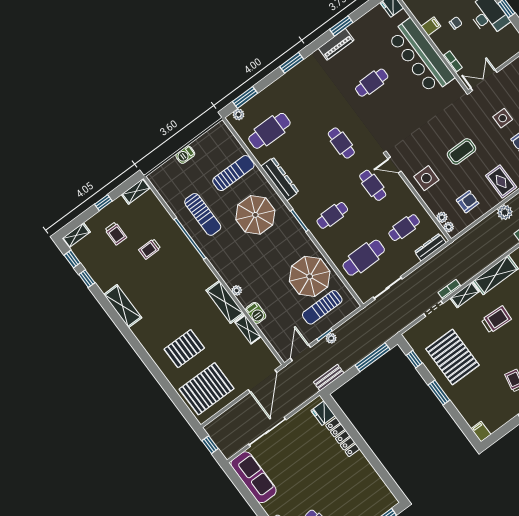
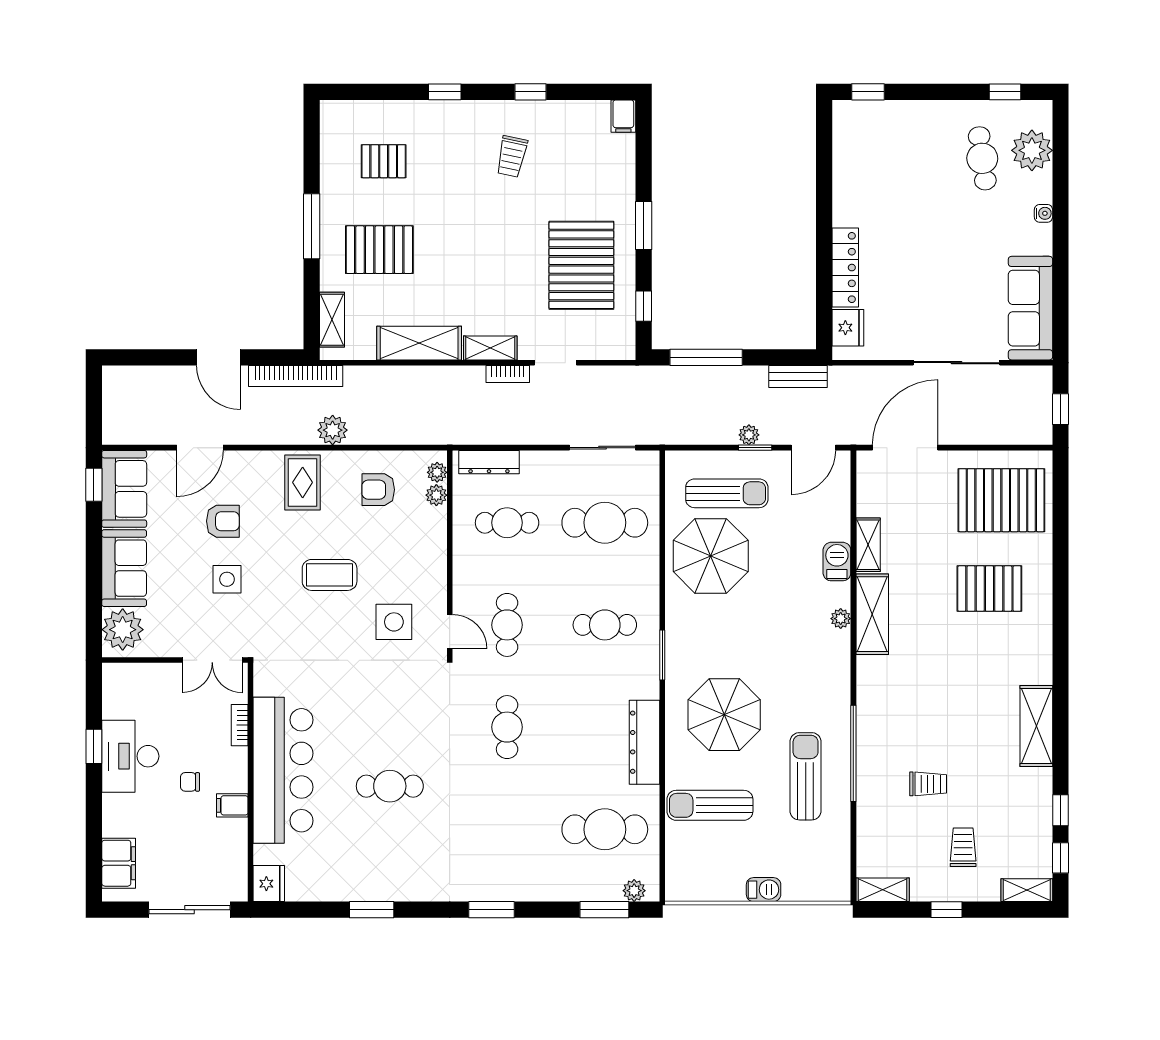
piano: (336, 44) -> (401, 887), removed
side table: (426, 178) -> (394, 622), moved
trolley: (496, 319) -> (470, 273), removed

